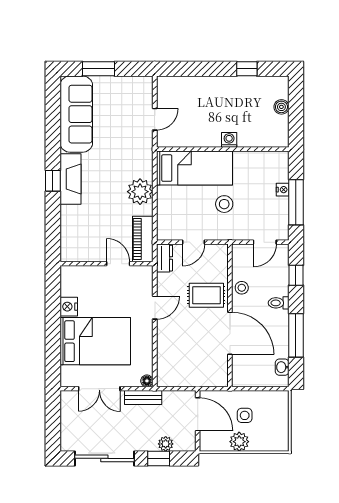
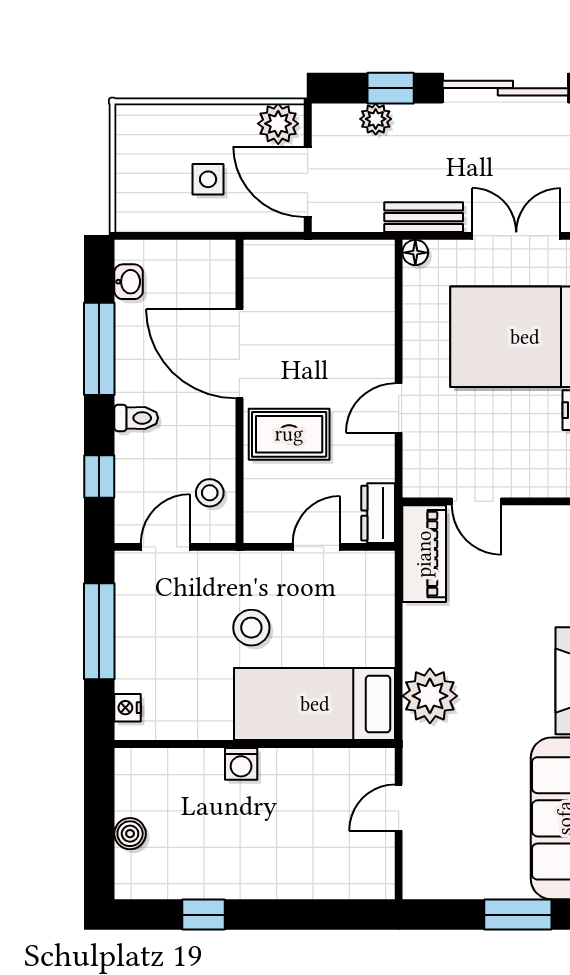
nightstand: (283, 190) -> (127, 708), moved
plant: (140, 192) -> (430, 696), moved
stool: (242, 288) -> (210, 493), moved
plant: (239, 442) -> (278, 124), moved

